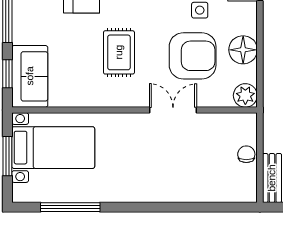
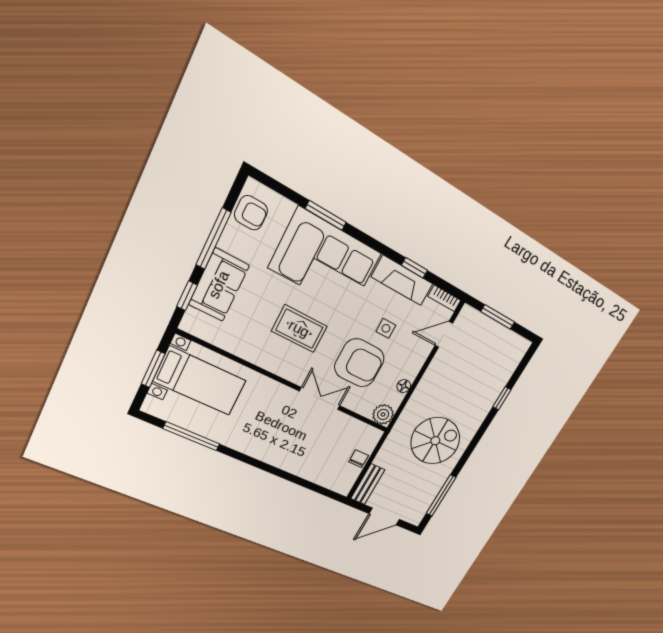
floor lamp: (243, 50) -> (404, 386), width x0.53, depth x0.53
rug: (119, 52) -> (299, 329), turned 90
sofa: (30, 76) -> (219, 285), moved

